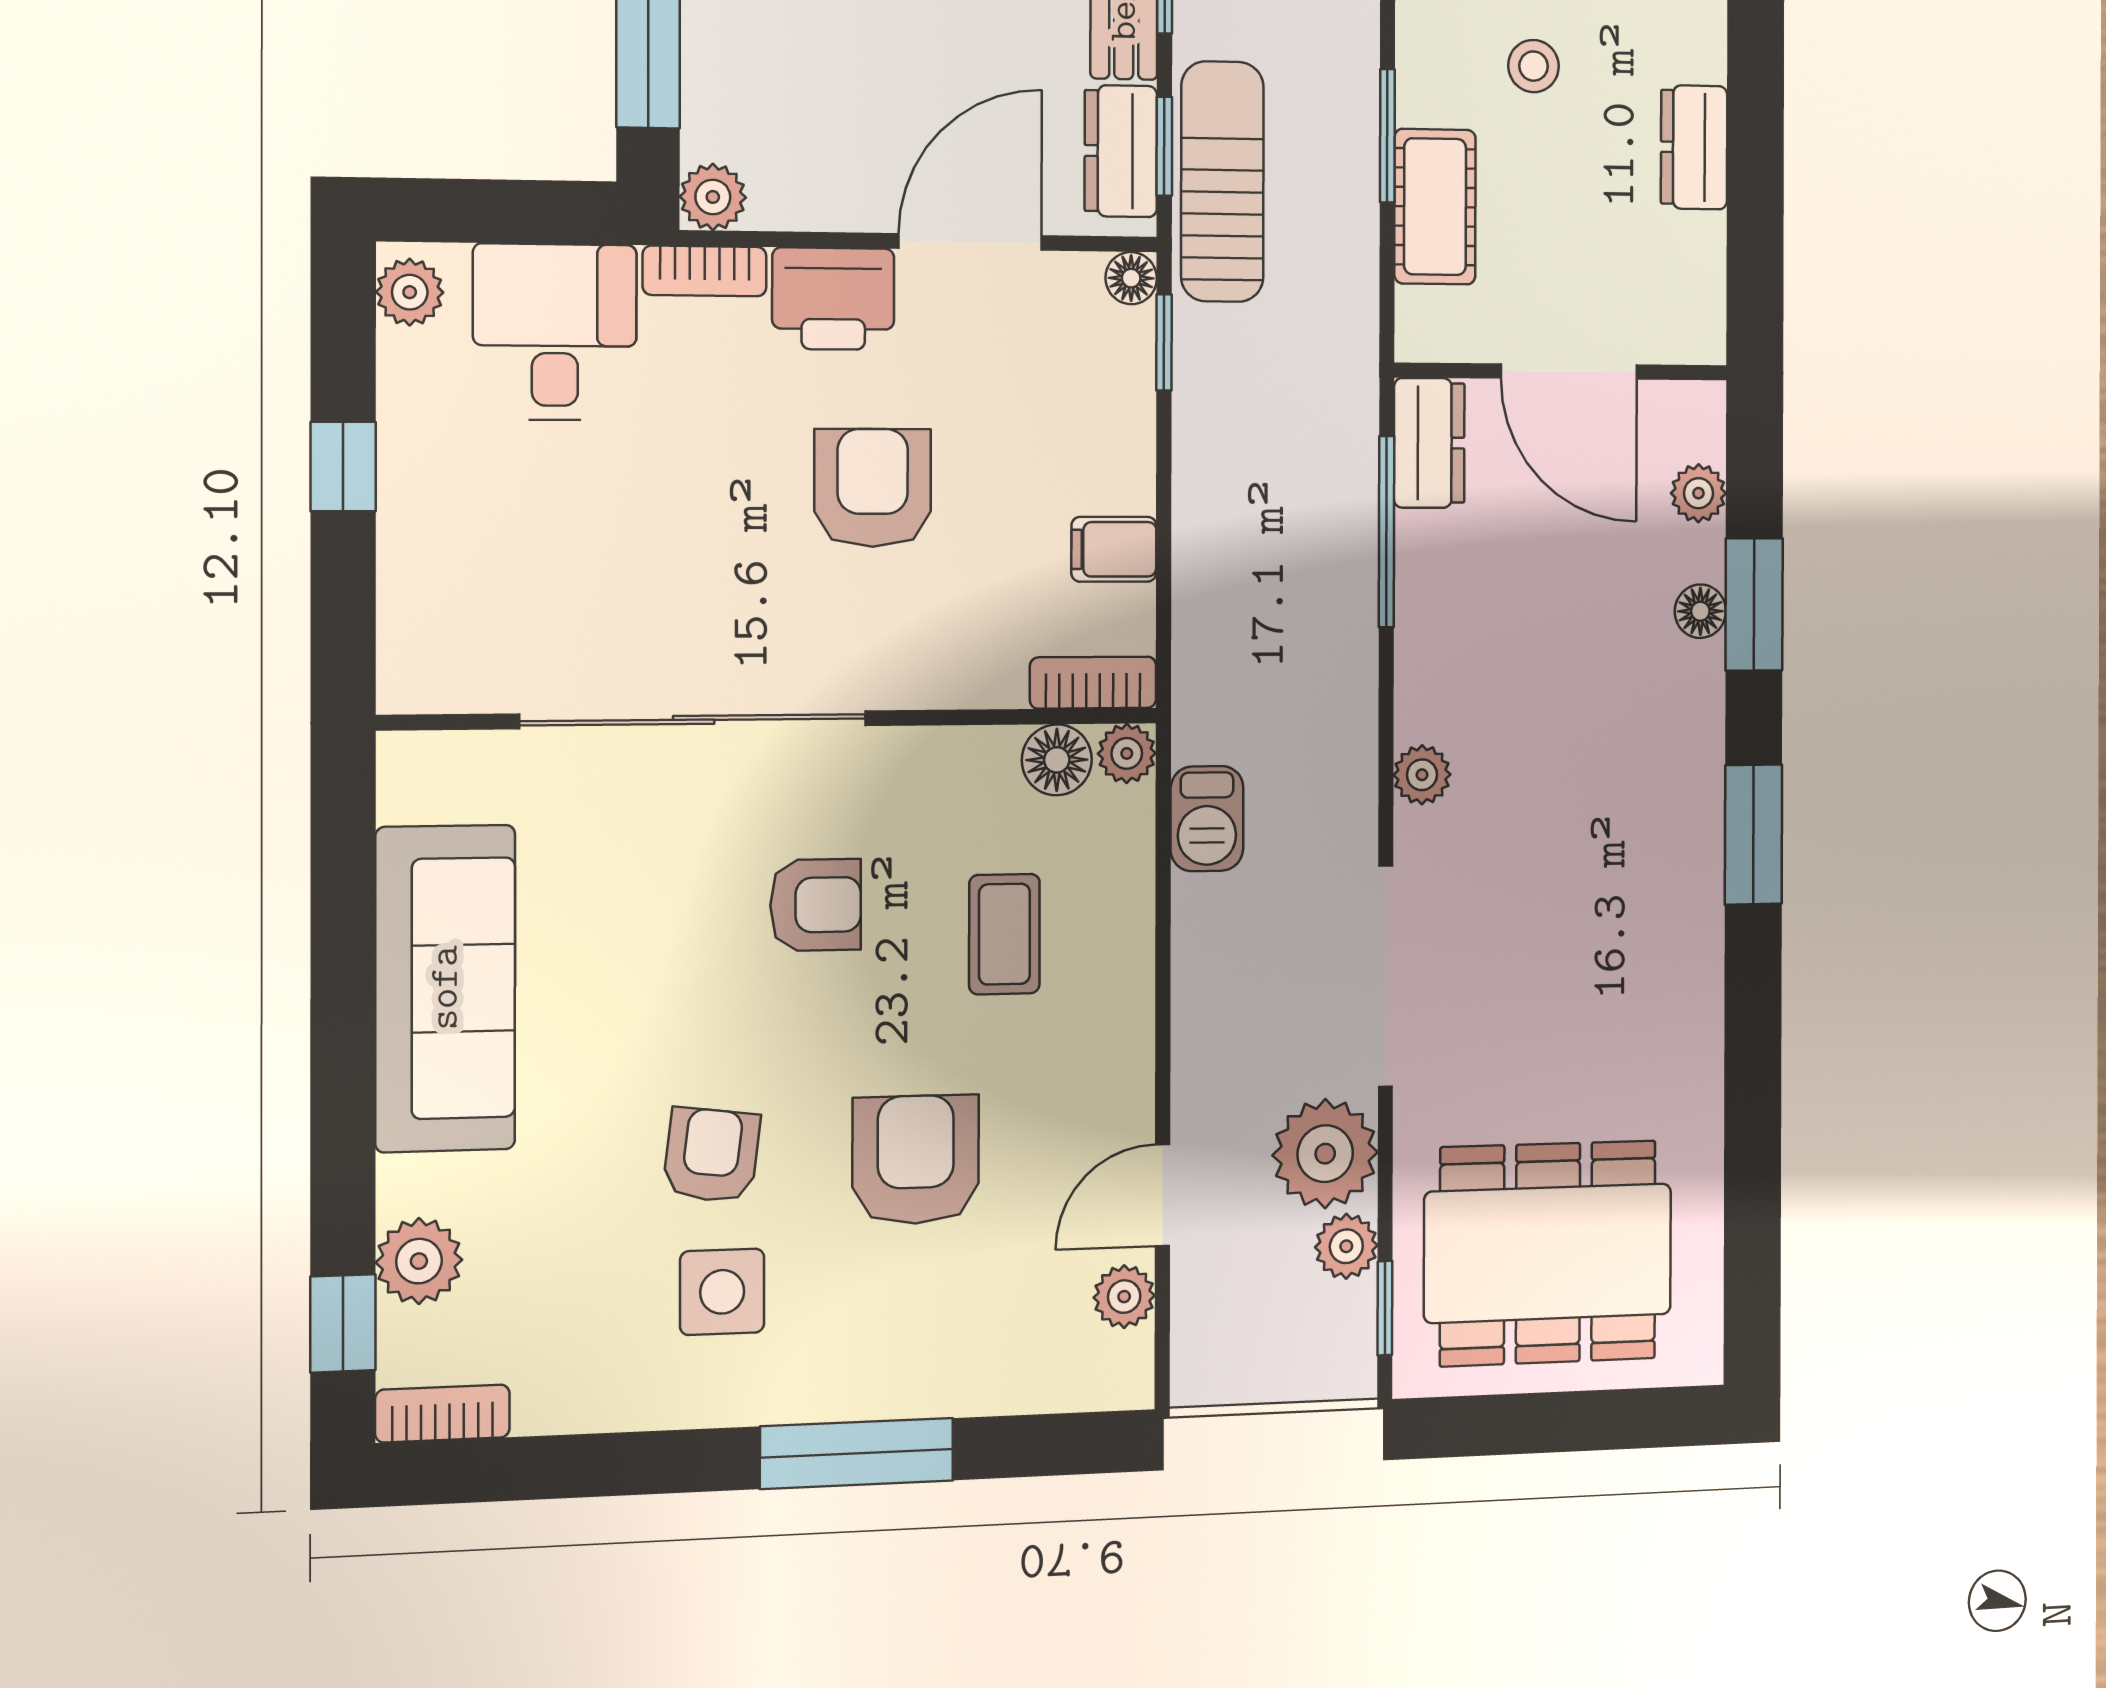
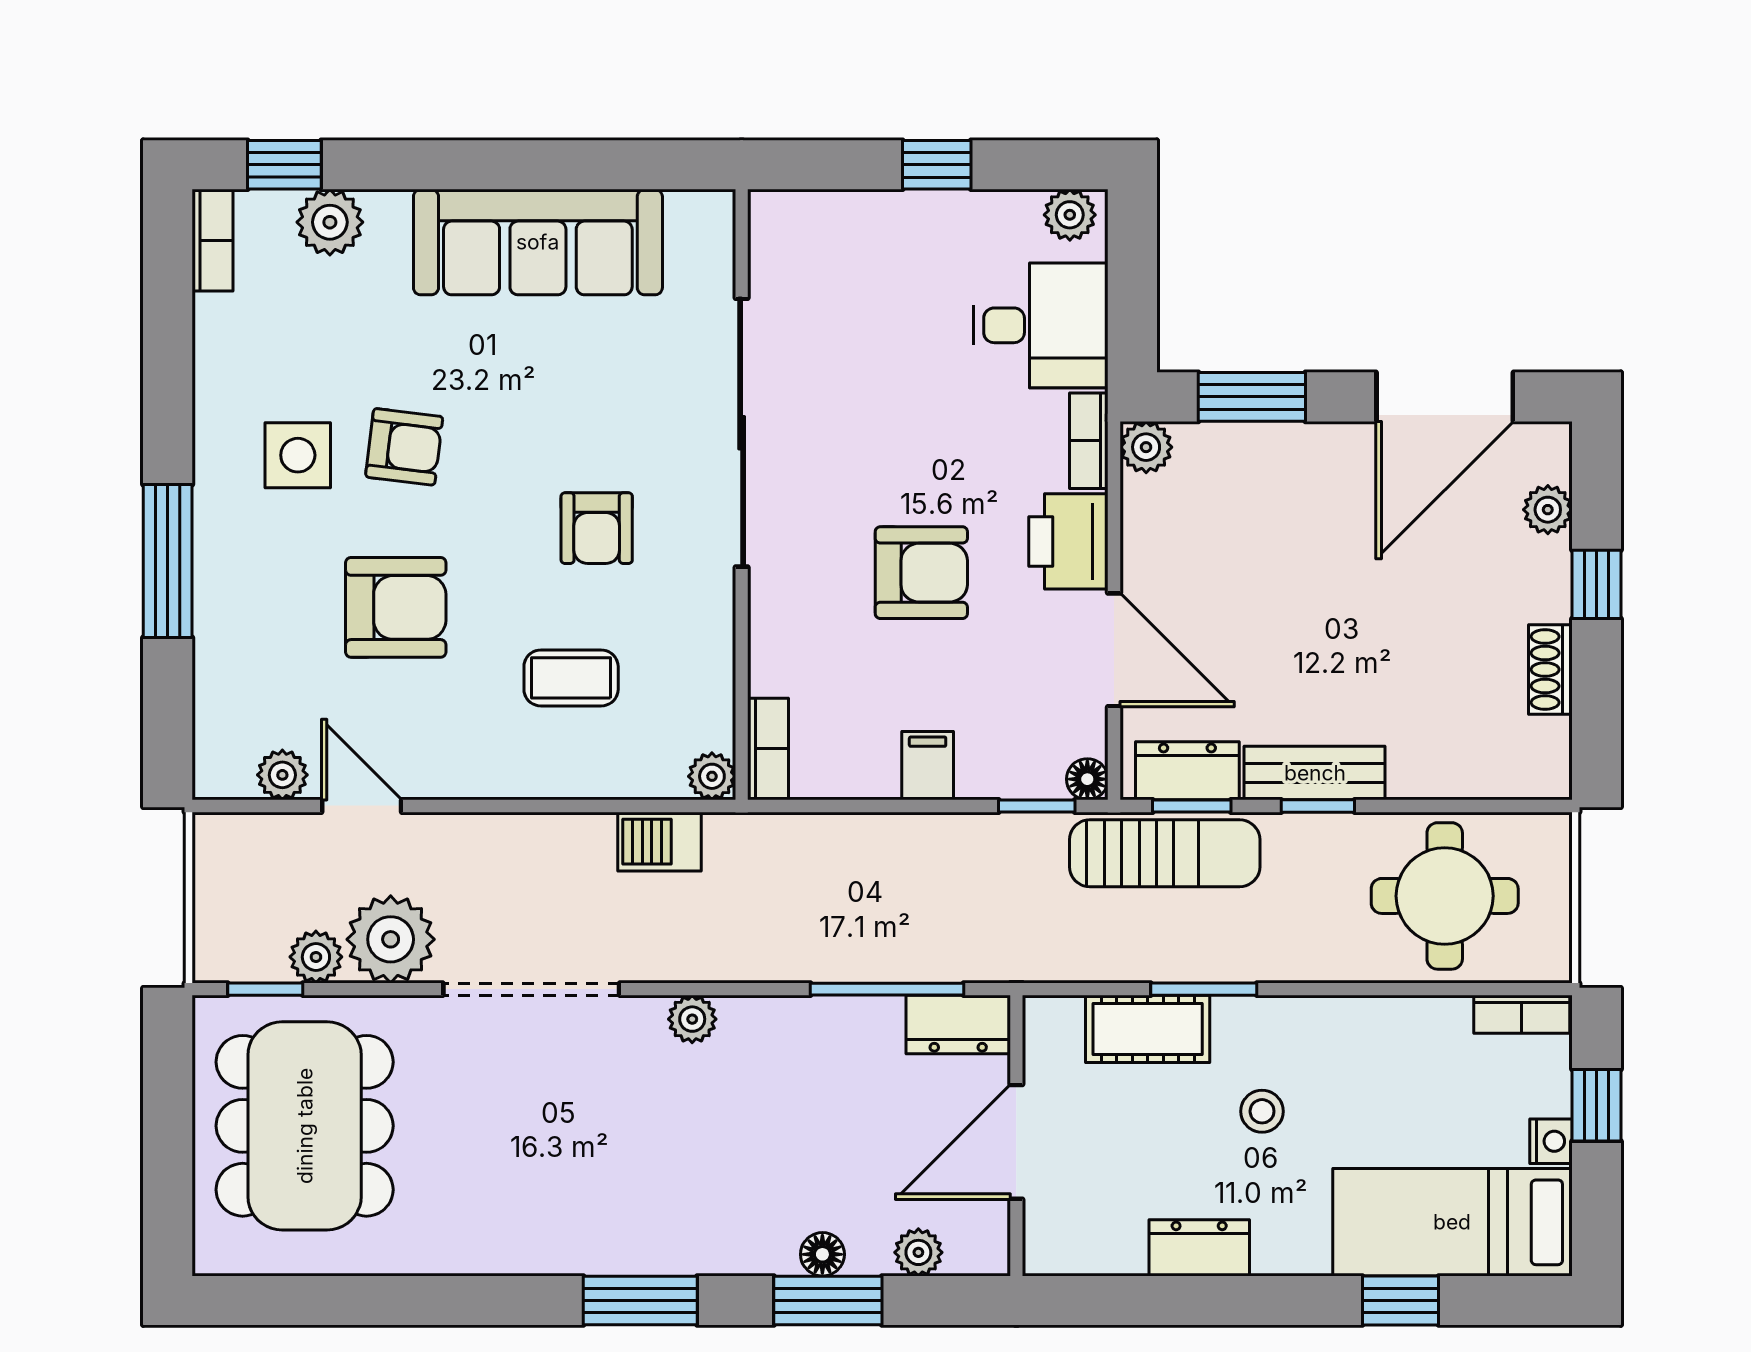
filing cabinet: (1114, 549) -> (928, 766), moved
floor lamp: (1057, 760) -> (707, 720), removed

